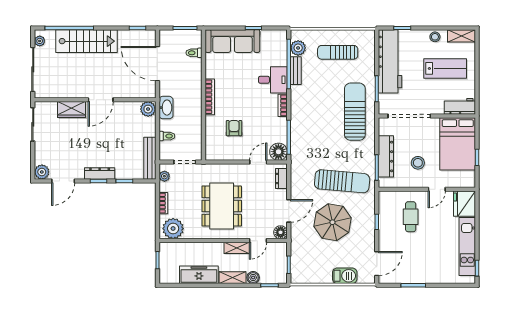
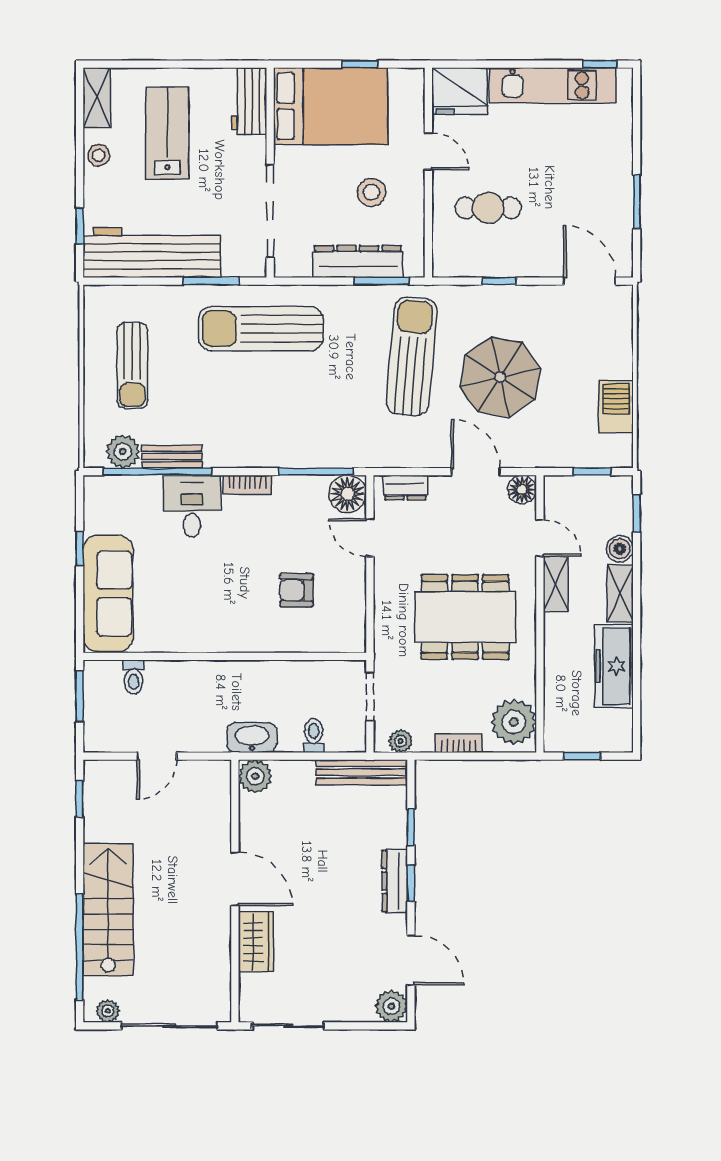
door: (157, 64) -> (157, 756), width x0.53
bookcase: (210, 97) -> (229, 643), removed
barbecue: (345, 276) -> (616, 407), moved

